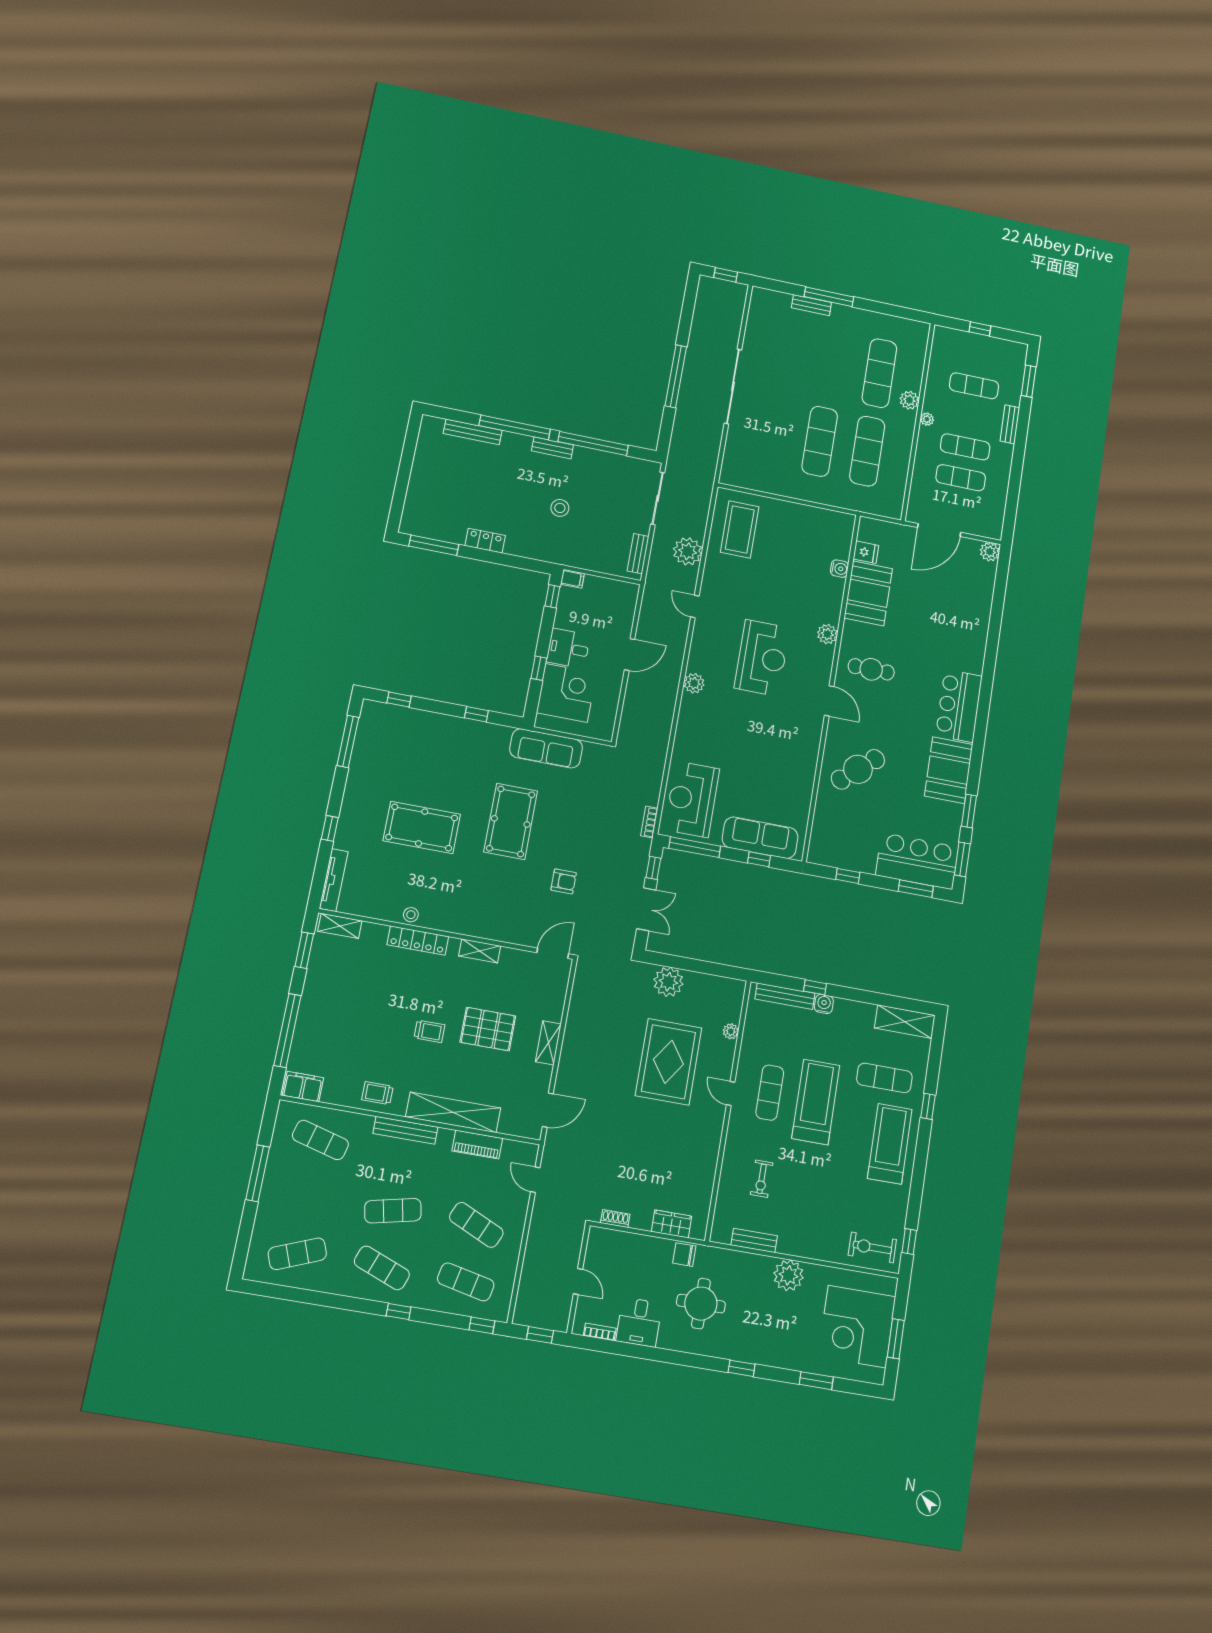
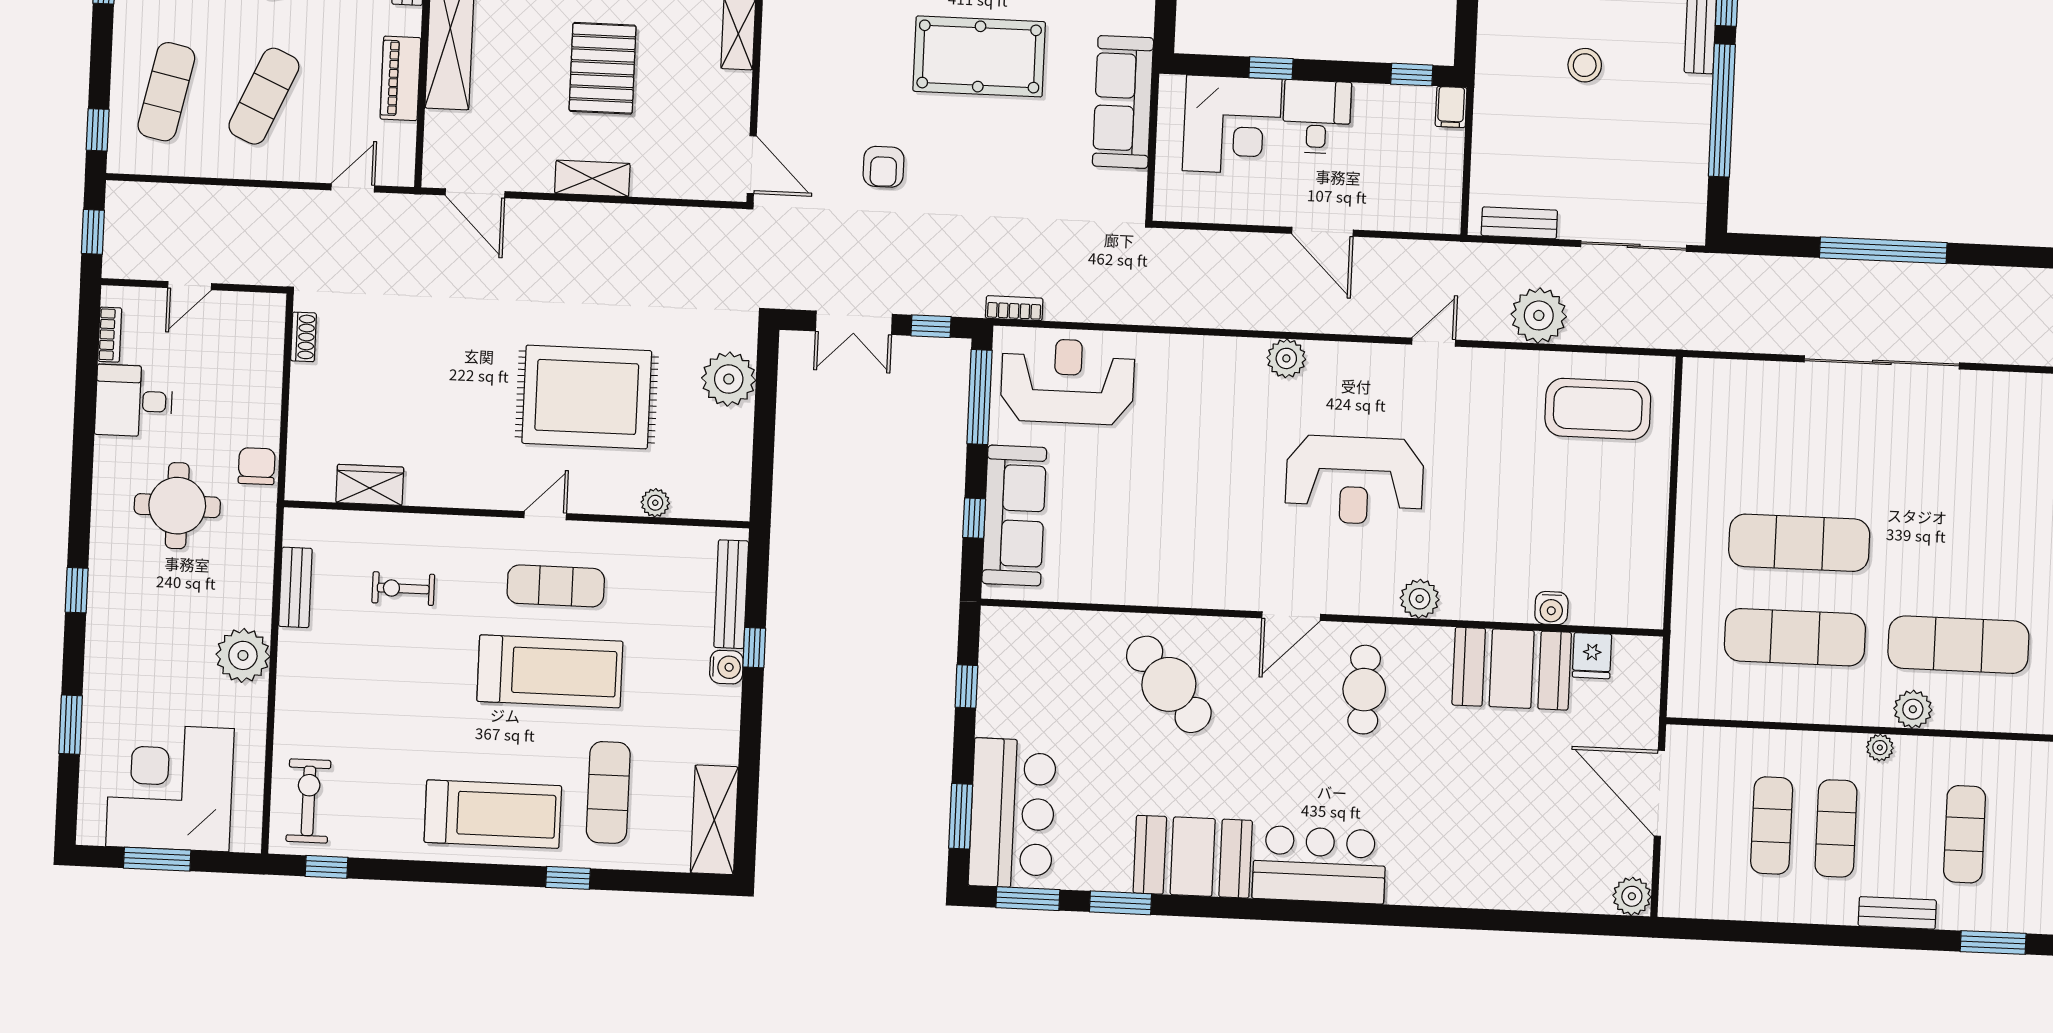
wardrobe: (671, 1224) -> (370, 485), moved, turned -90

